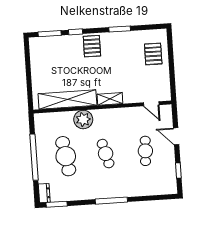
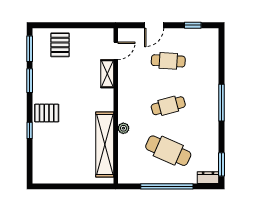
window: (50, 34) -> (30, 49), moved
pallet: (153, 54) -> (60, 45), turned 90
shelving: (110, 99) -> (107, 74), moved
plant: (83, 119) -> (123, 128), width x0.53, depth x0.53
cafe table: (66, 156) -> (168, 151), turned 33

